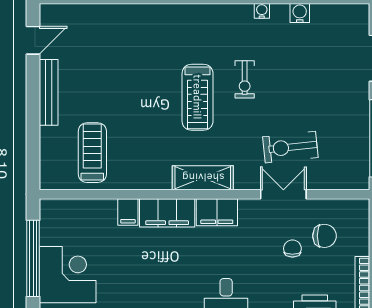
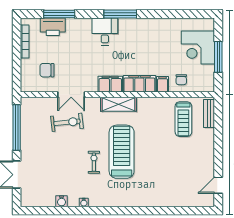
bench: (49, 92) -> (209, 113), moved, width x0.73
treadmill: (198, 97) -> (122, 152), width x1.37, depth x1.38
chair: (292, 249) -> (181, 80), moved
window: (33, 258) -> (218, 57), width x0.68

